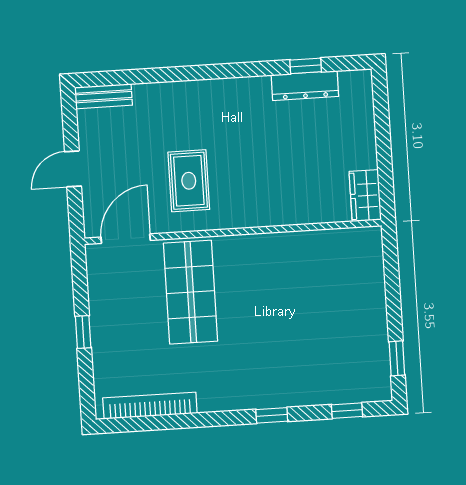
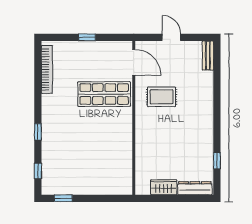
dresser: (305, 86) -> (195, 188), moved, turned 90
wardrobe: (365, 196) -> (164, 187), moved

